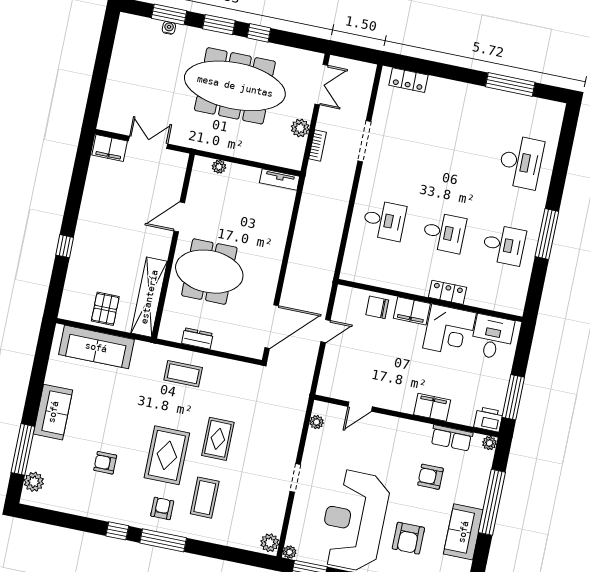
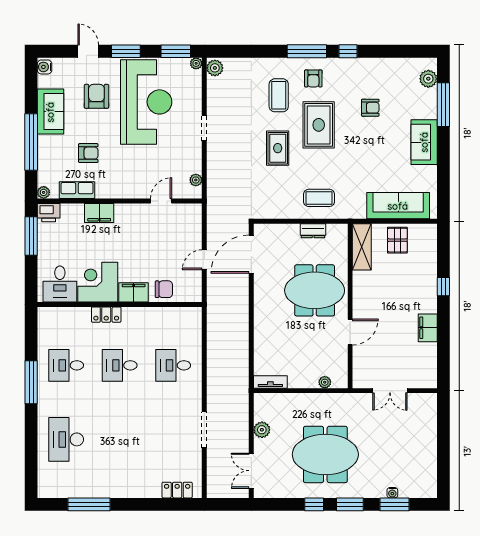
meeting table: (235, 86) -> (325, 454), width x0.73
bookcase: (318, 146) -> (244, 418), removed
filing cabinet: (110, 148) -> (428, 328), moved, turned -90
shelving: (149, 297) -> (362, 247), width x0.68

